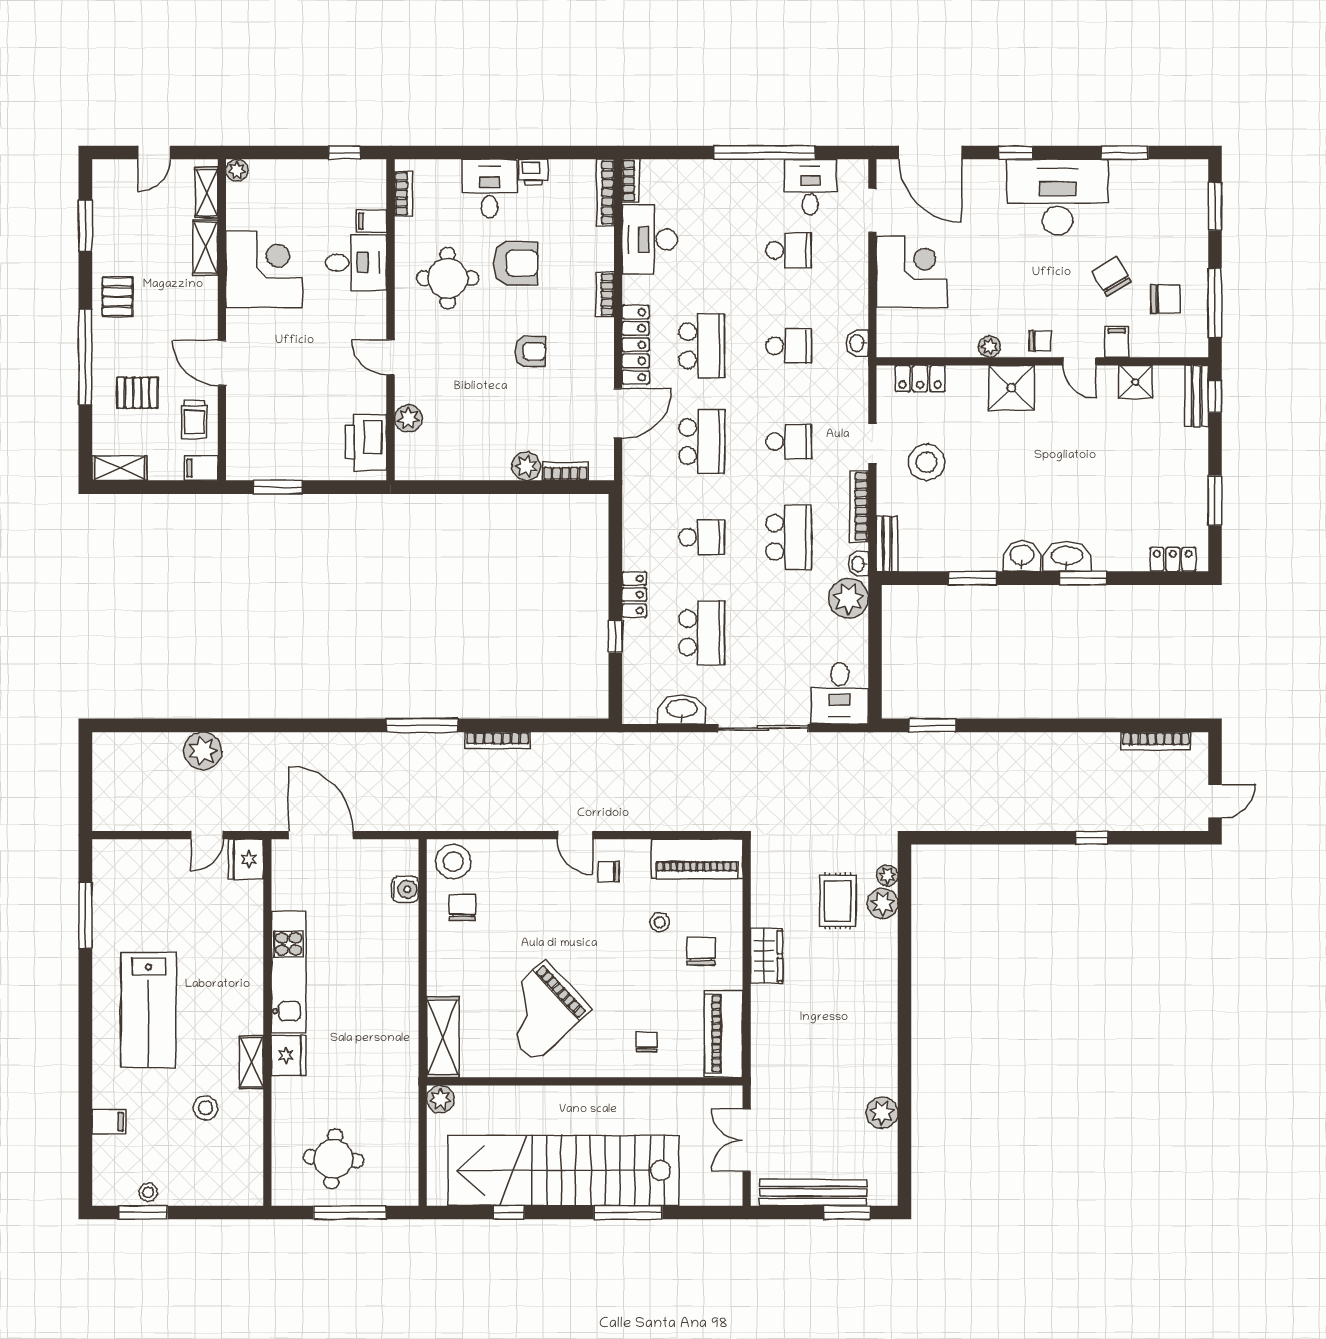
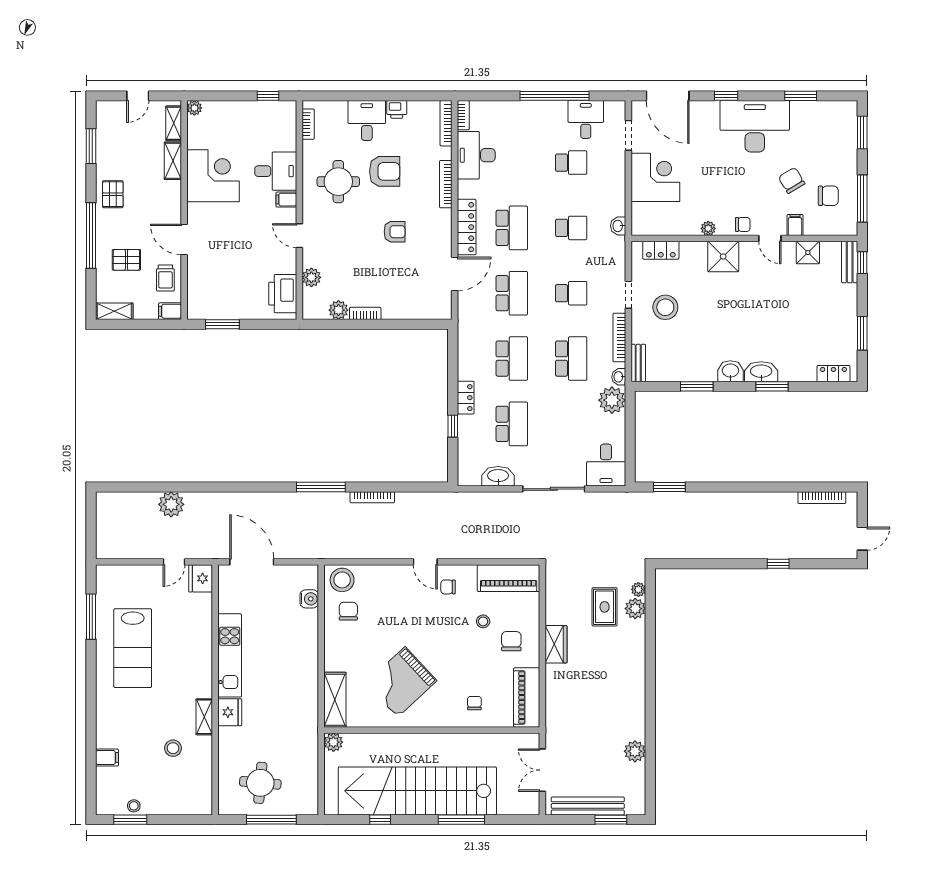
filing cabinet: (372, 221) -> (286, 200), moved
bookcase: (605, 294) -> (446, 184), width x1.56
plant: (526, 466) -> (338, 310), moved
bookcase: (565, 471) -> (365, 313), moved
school desk: (702, 537) -> (512, 359), width x1.85
lab bench: (149, 1010) -> (133, 648), moved

